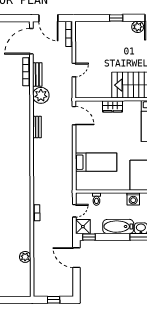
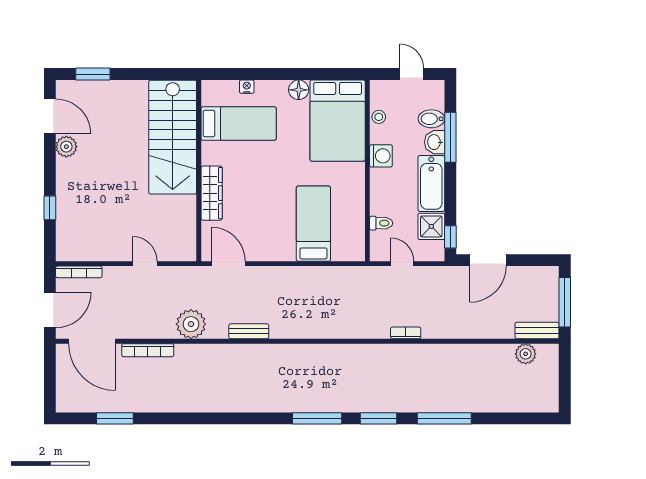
window: (116, 18) -> (50, 208), moved
bench: (37, 74) -> (537, 331), moved
wardrobe: (113, 106) -> (212, 193), width x1.50
door: (74, 116) -> (228, 264), hinge flipped
shower: (83, 227) -> (431, 226), moved
plant: (25, 257) -> (526, 354), moved
window: (54, 300) -> (565, 302), width x2.17

